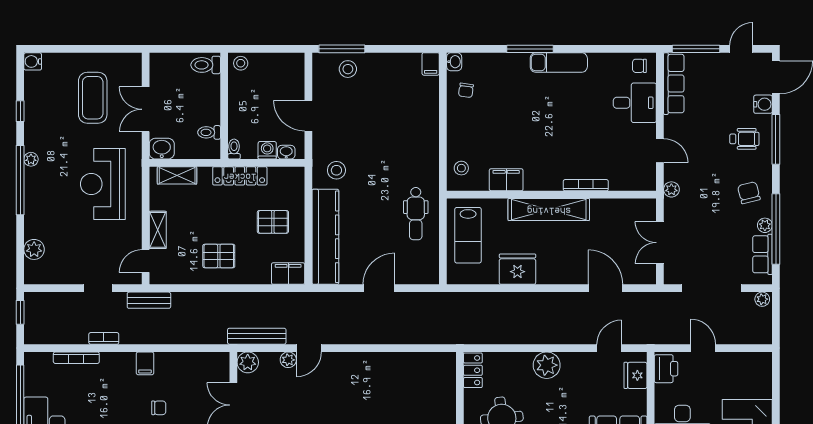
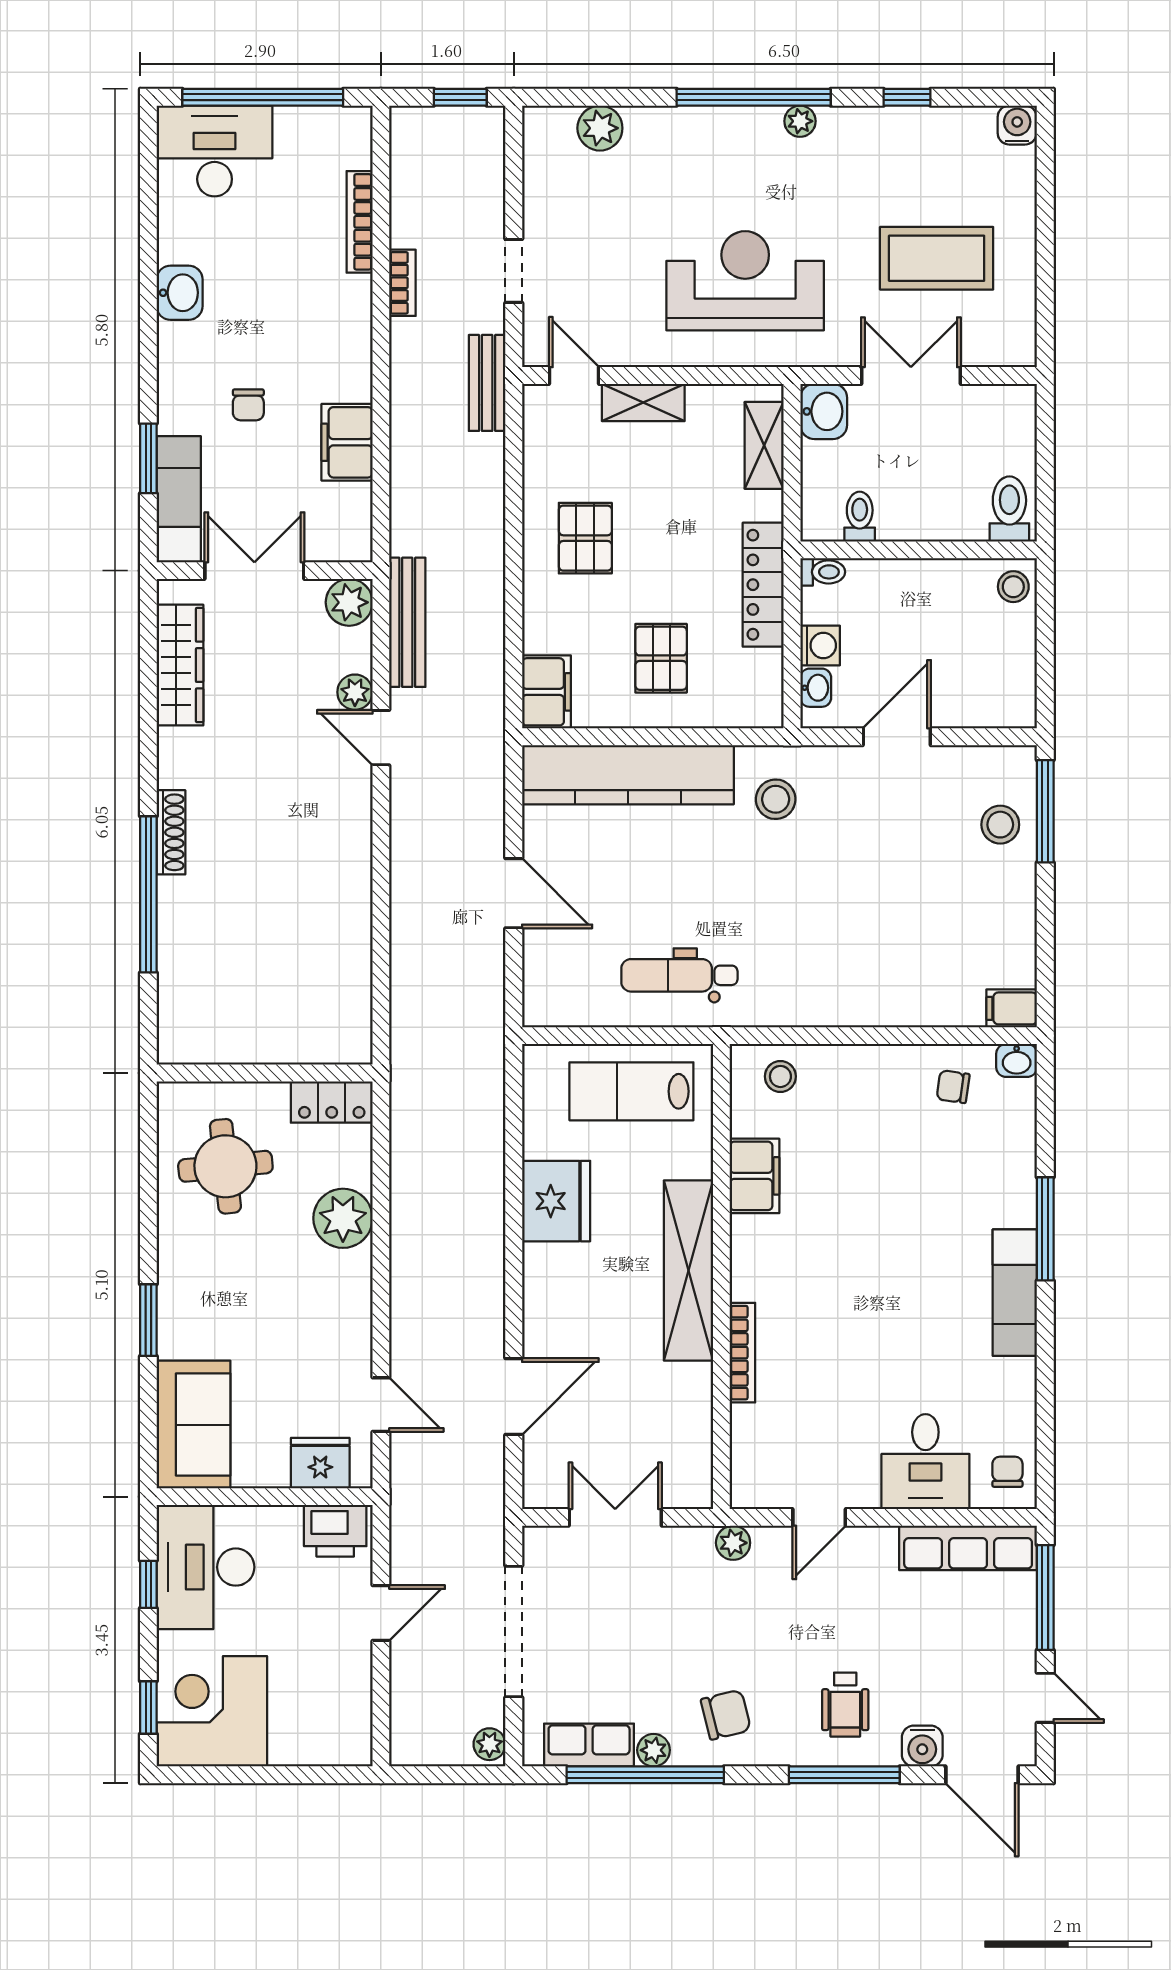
filing cabinet: (145, 363) -> (347, 442), moved, width x2.00
plant: (547, 365) -> (343, 1218), moved

